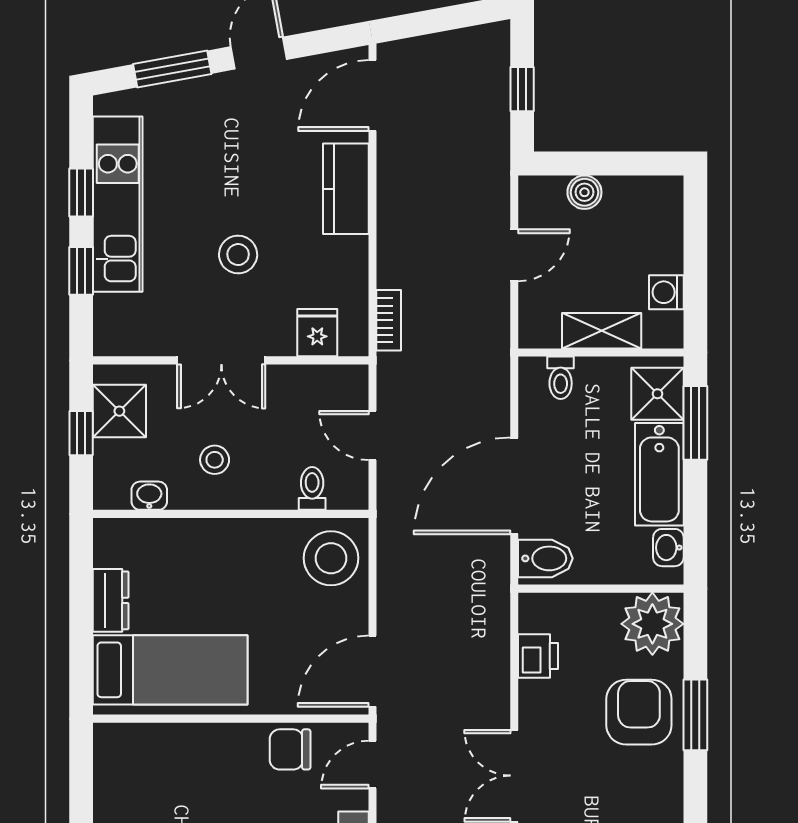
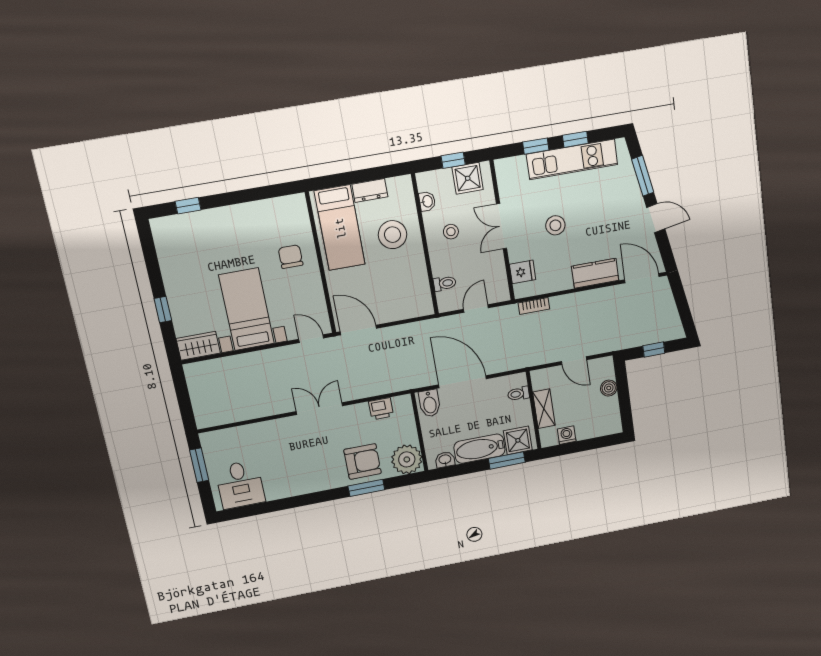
stool: (331, 558) -> (393, 235), moved
chair: (290, 749) -> (291, 257), moved

